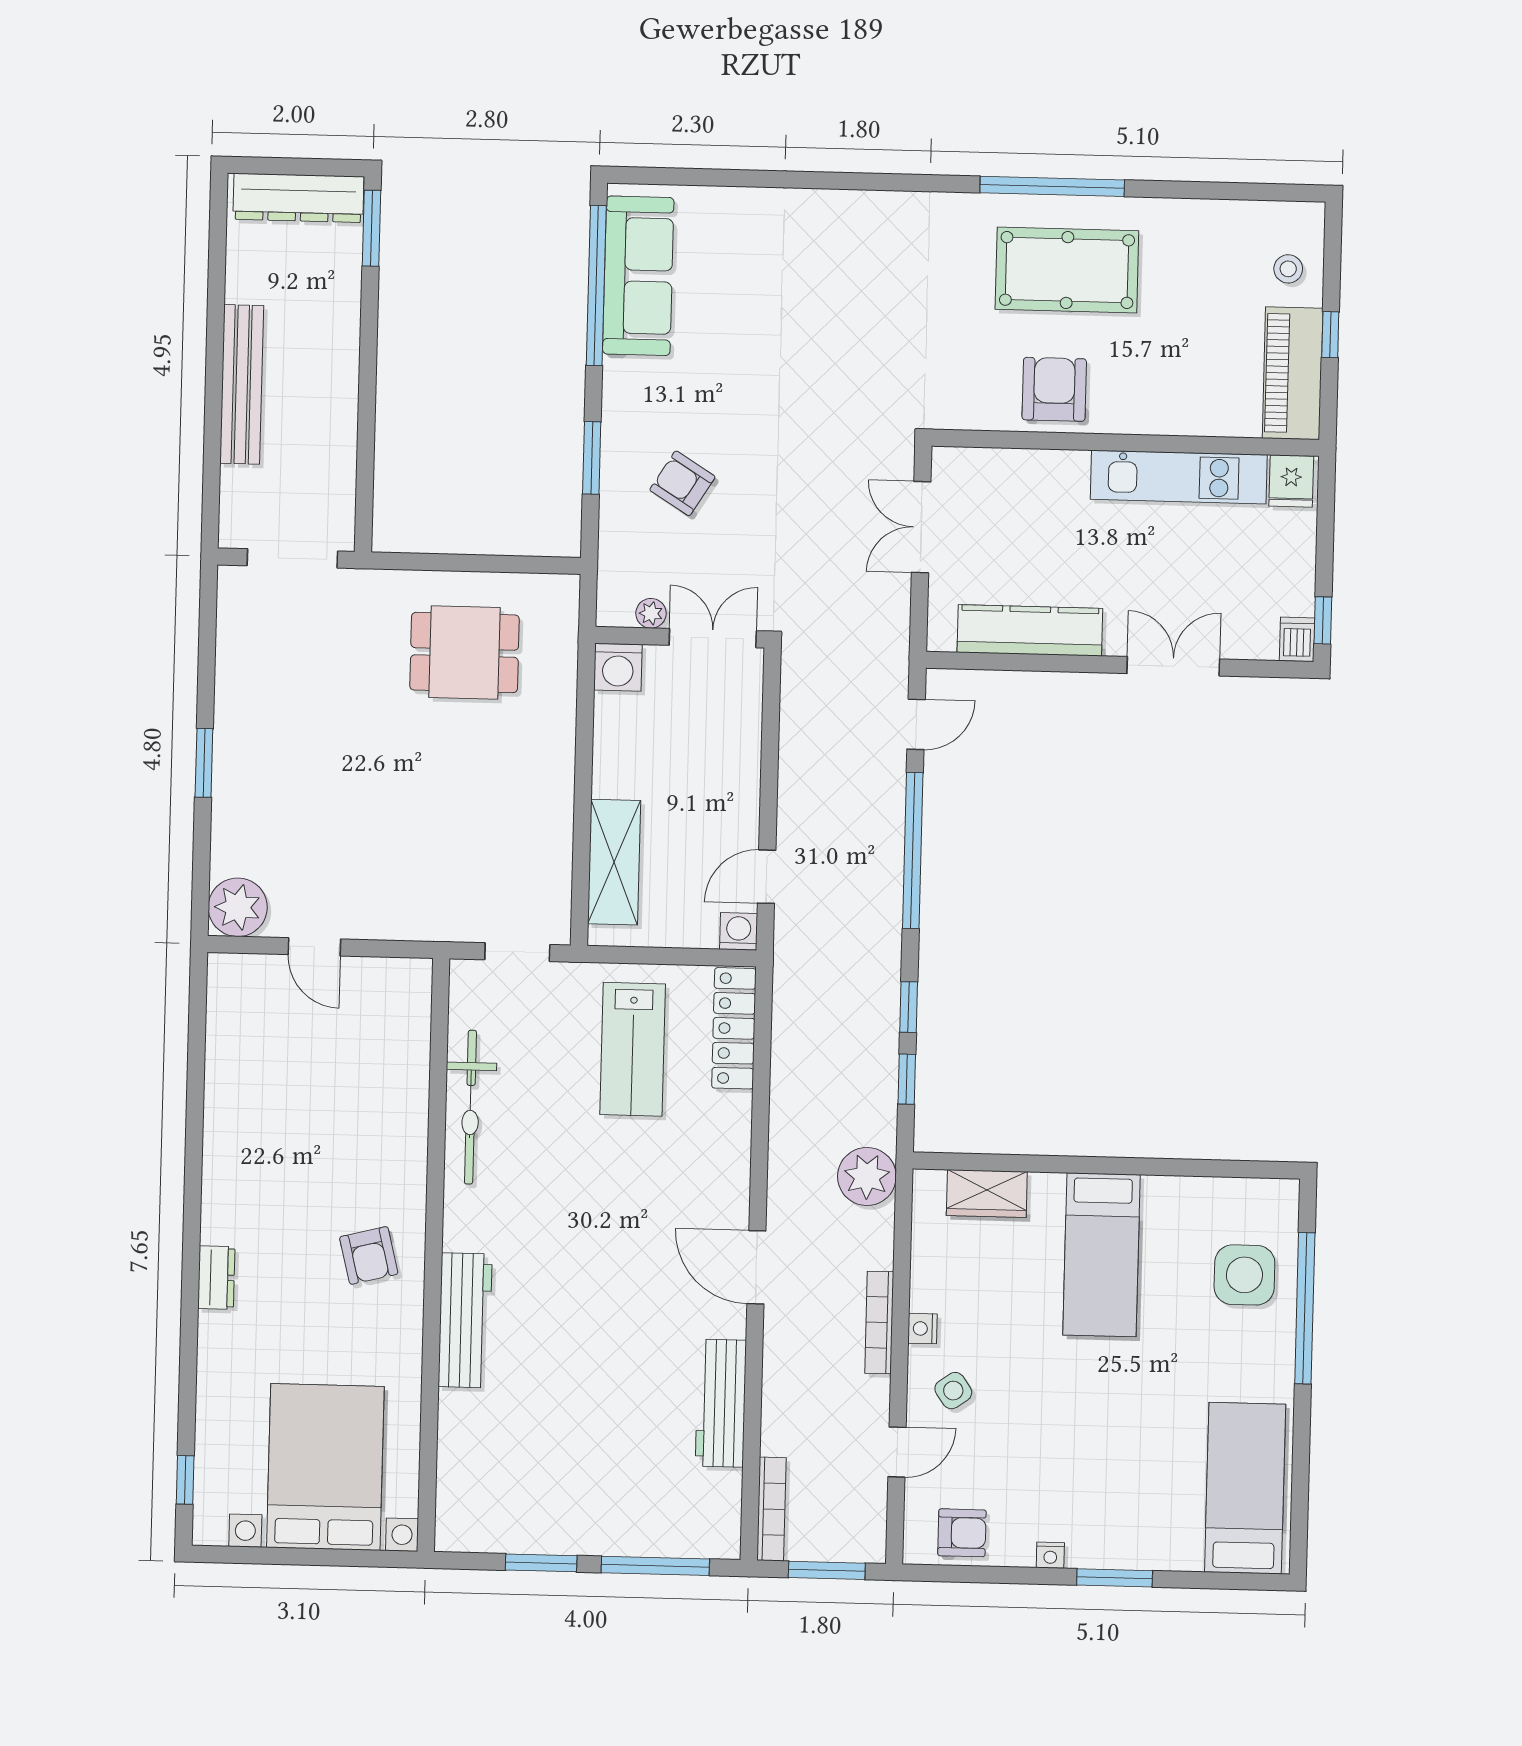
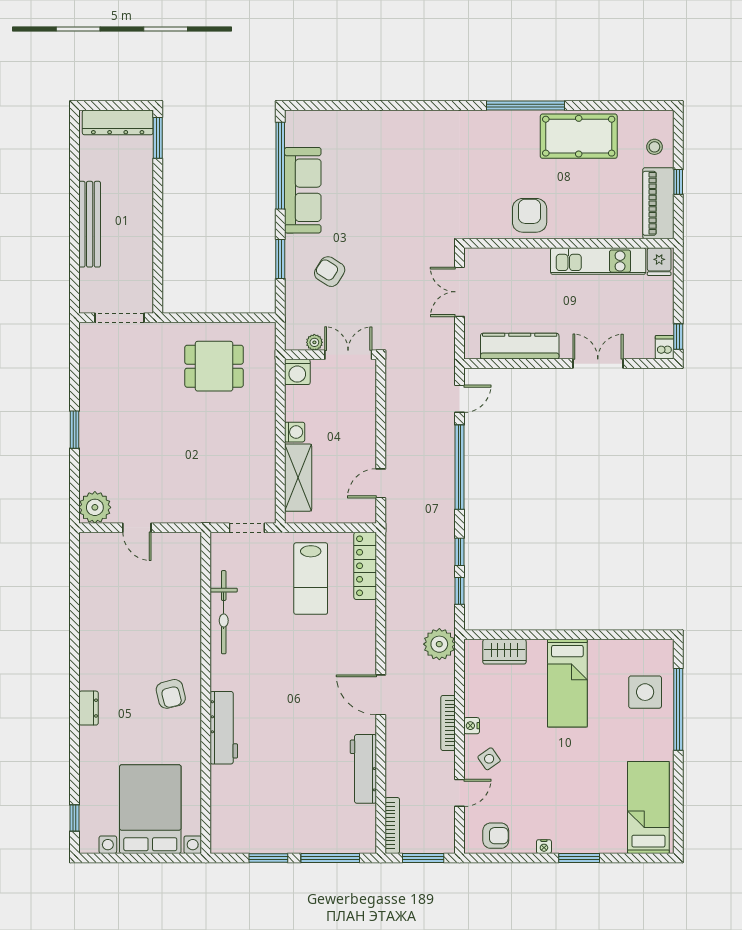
pool table: (1067, 270) -> (579, 136), moved
sofa: (638, 276) -> (303, 190), moved
washing machine: (739, 931) -> (295, 432), moved, turned 90

